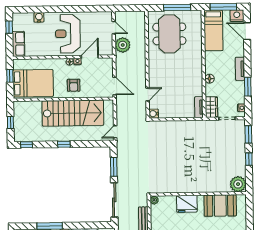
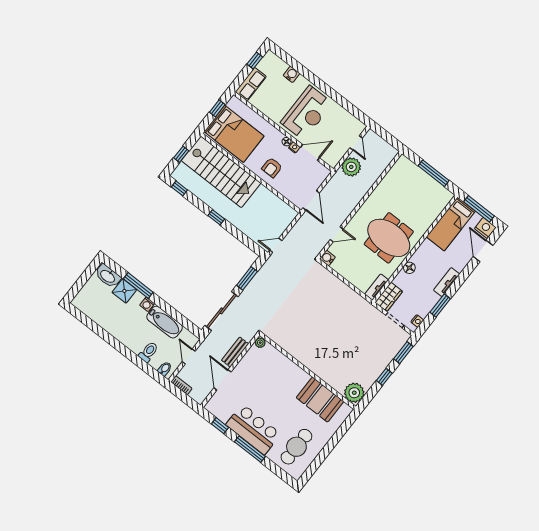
reception desk: (68, 34) -> (307, 113), turned 180
meeting table: (169, 34) -> (389, 238), moved, turned 90
stairs: (73, 113) -> (221, 172), moved
fridge: (187, 204) -> (289, 372), removed

